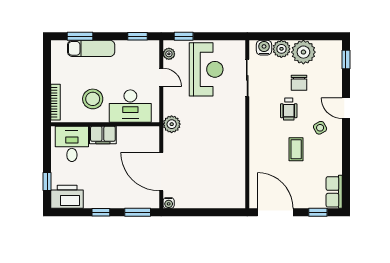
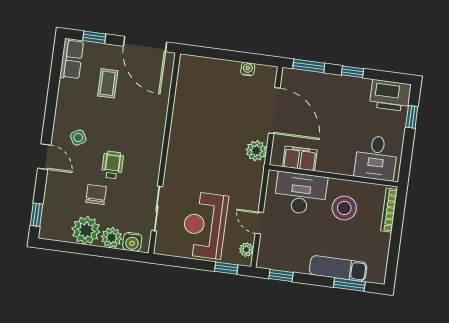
plant: (172, 124) -> (256, 151), moved
filing cabinet: (103, 135) -> (300, 158), moved
coffee table: (296, 149) -> (108, 83), moved
water cooler: (169, 203) -> (248, 69), moved

